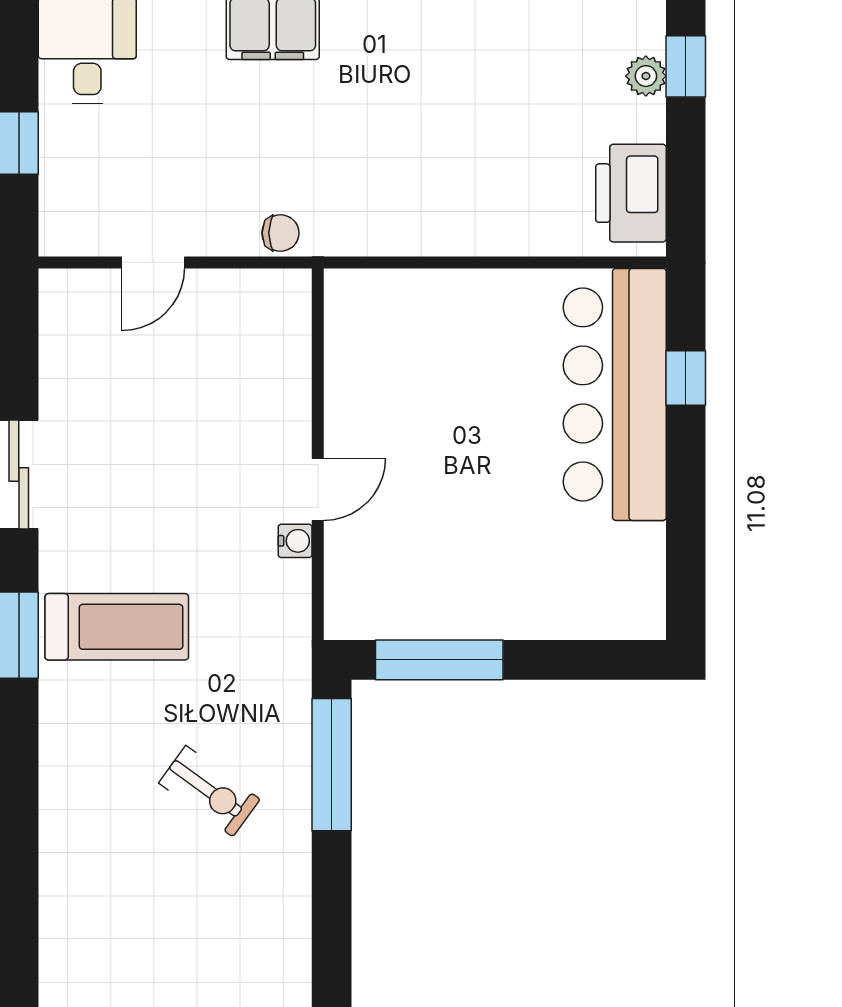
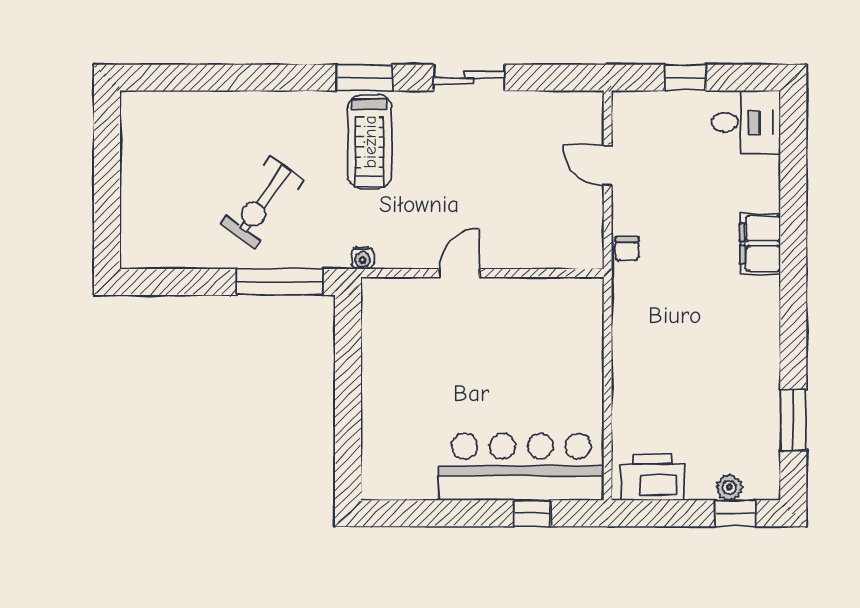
door: (318, 489) -> (459, 273), swing flipped
water cooler: (295, 541) -> (362, 258), moved
window: (439, 660) -> (348, 352), removed
exercise bike: (209, 791) -> (262, 202), width x1.38, depth x1.39

